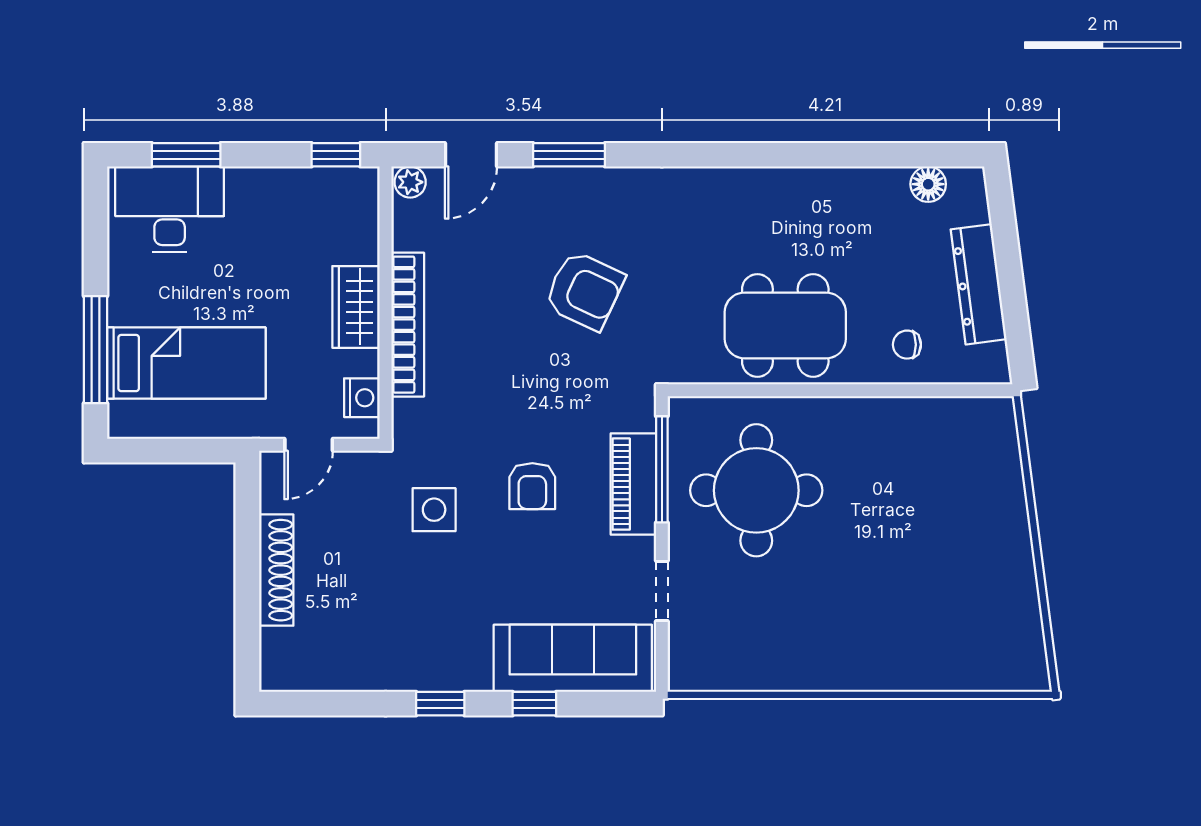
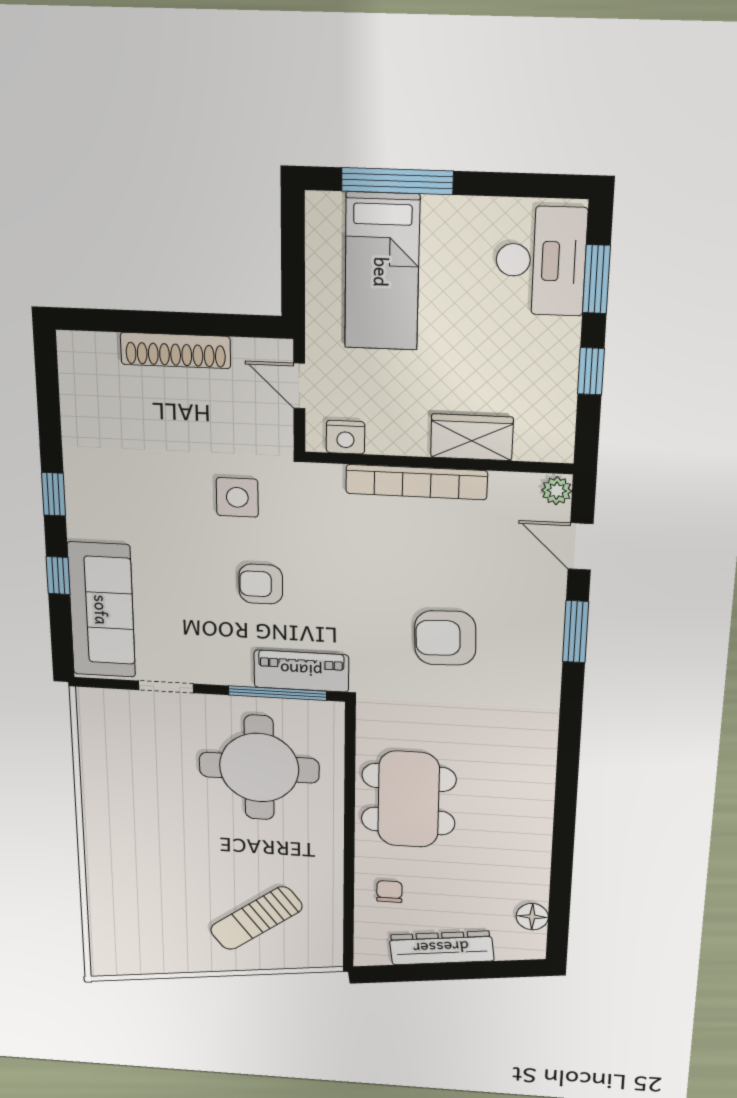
window: (336, 155) -> (591, 371), moved
armchair: (584, 290) -> (445, 638), turned 63
wardrobe: (356, 307) -> (472, 437), moved
piano: (633, 484) -> (301, 671), moved
sun lounger: (955, 496) -> (256, 918), added

